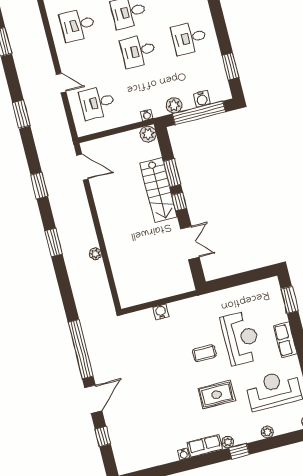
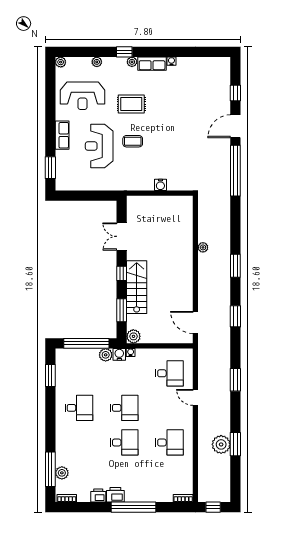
plant: (19, 37) -> (221, 444), added
water cooler: (202, 99) -> (119, 354), moved
window: (172, 173) -> (122, 310), moved

